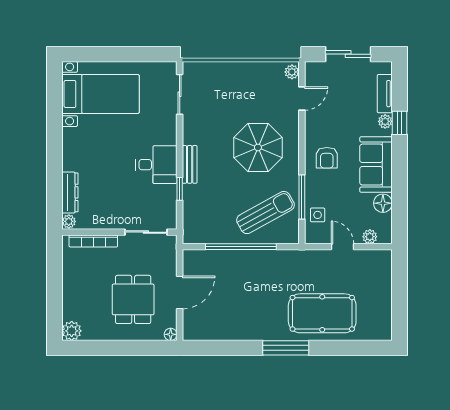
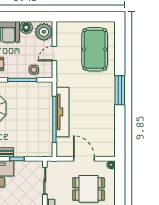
sun lounger: (265, 213) -> (32, 103), removed
plant: (370, 237) -> (44, 32), width x1.88, depth x1.88
tv unit: (252, 259) -> (62, 112), added
pool table: (322, 313) -> (95, 49), moved

